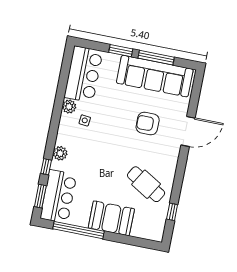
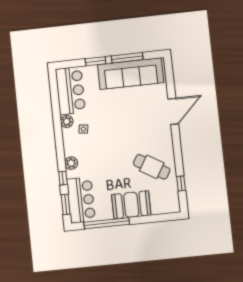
armchair: (148, 124) -> (137, 115), removed

